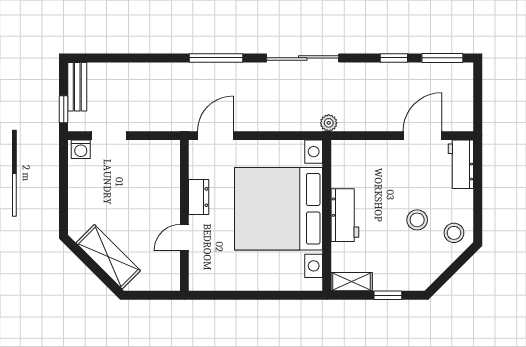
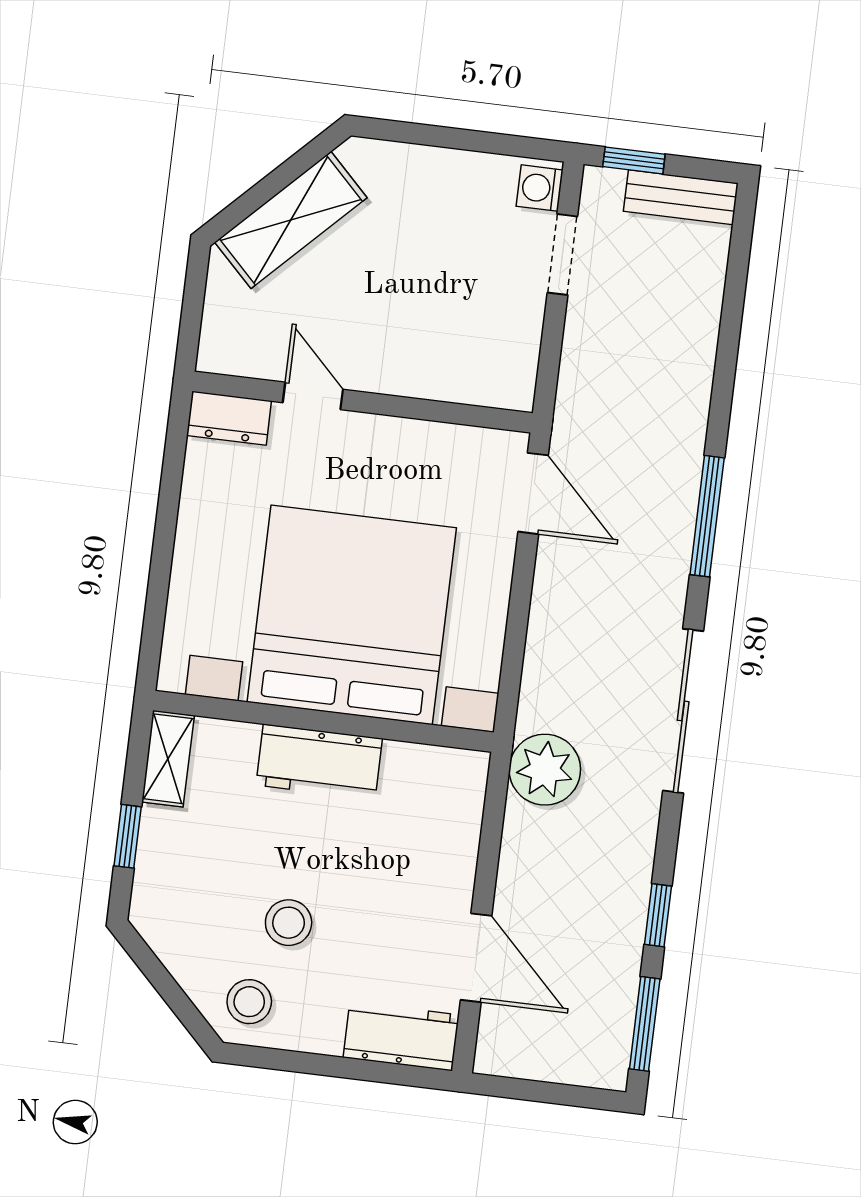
plant: (329, 123) -> (545, 770), width x1.88, depth x1.88
dresser: (199, 197) -> (229, 418), moved

